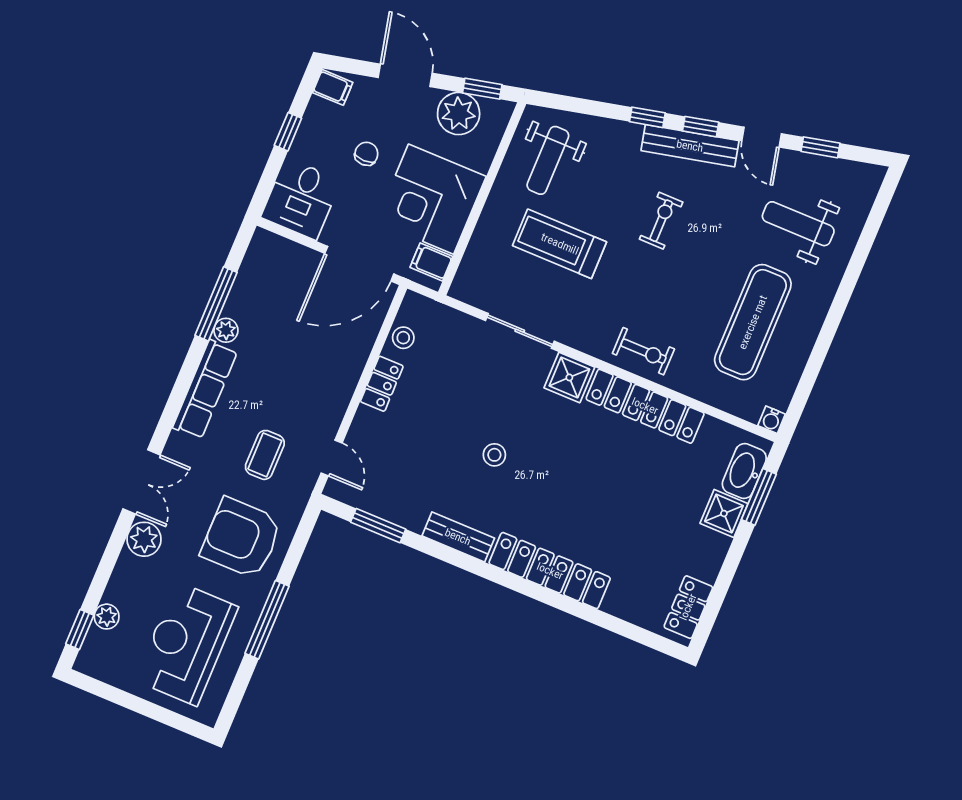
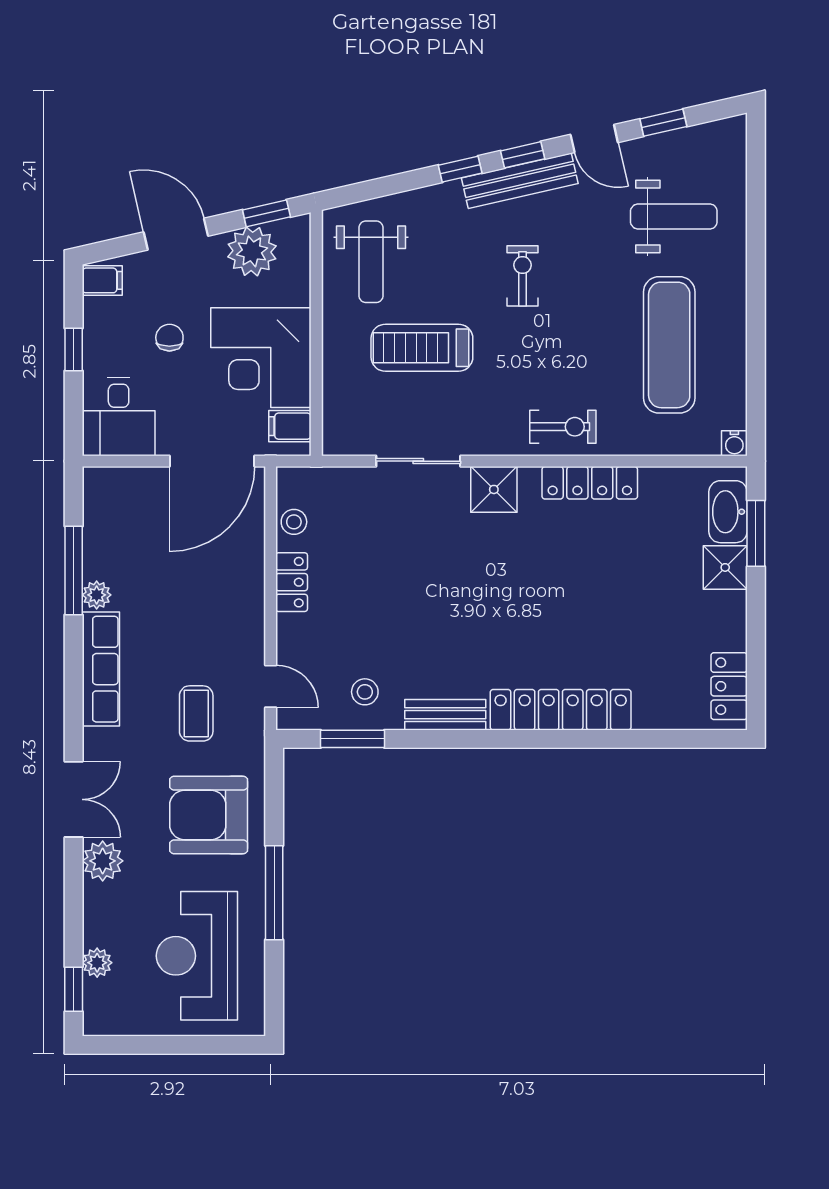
weight bench: (798, 224) -> (674, 217), turned 180
locker: (645, 406) -> (590, 483), width x0.71, depth x0.83
stool: (494, 455) -> (365, 692), moved

